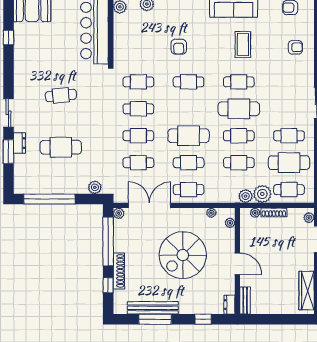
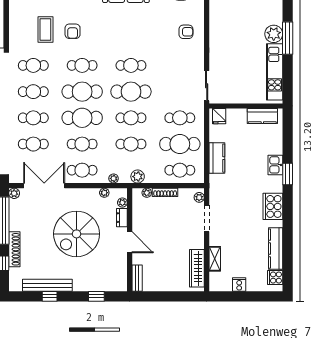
coffee table: (243, 44) -> (45, 30), moved
cafe table: (189, 109) -> (82, 92), added
plant: (262, 194) -> (114, 178), moved, width x0.53, depth x0.53
dresser: (229, 305) -> (122, 218), moved
window: (155, 319) -> (50, 296), width x0.46

